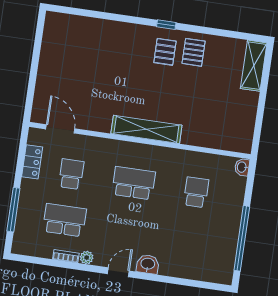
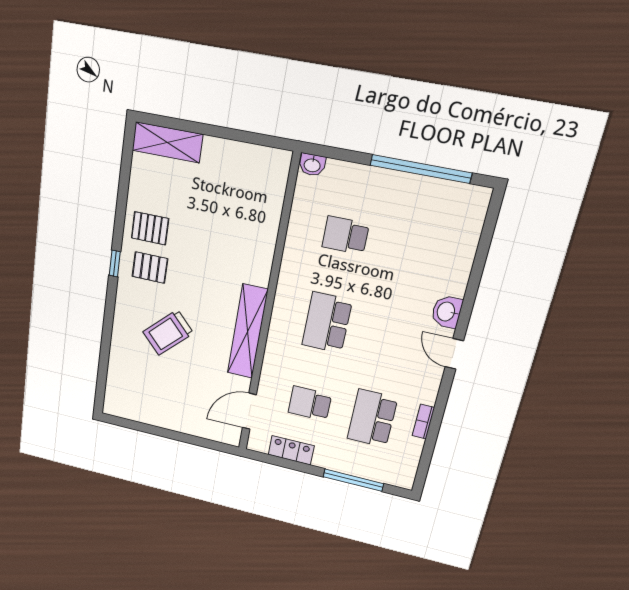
trolley: (117, 65) -> (168, 333), added
shelving: (146, 129) -> (247, 332), moved
plant: (87, 258) -> (428, 395), removed

